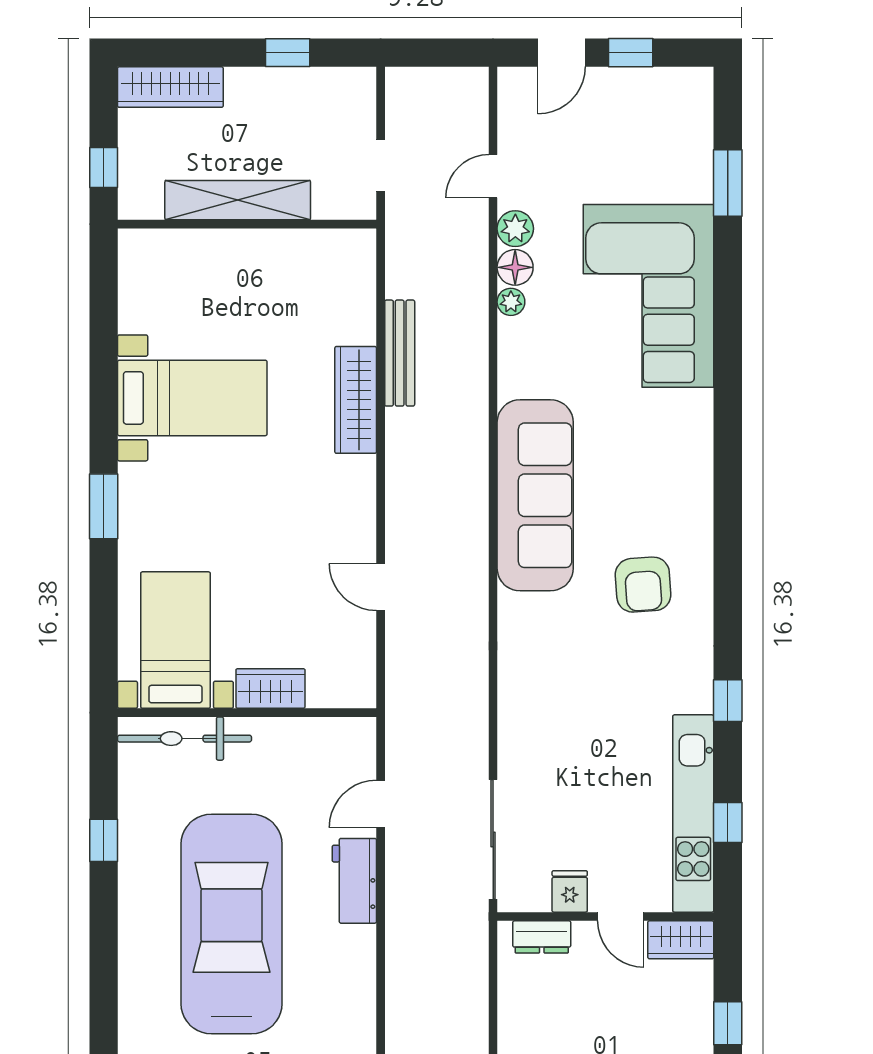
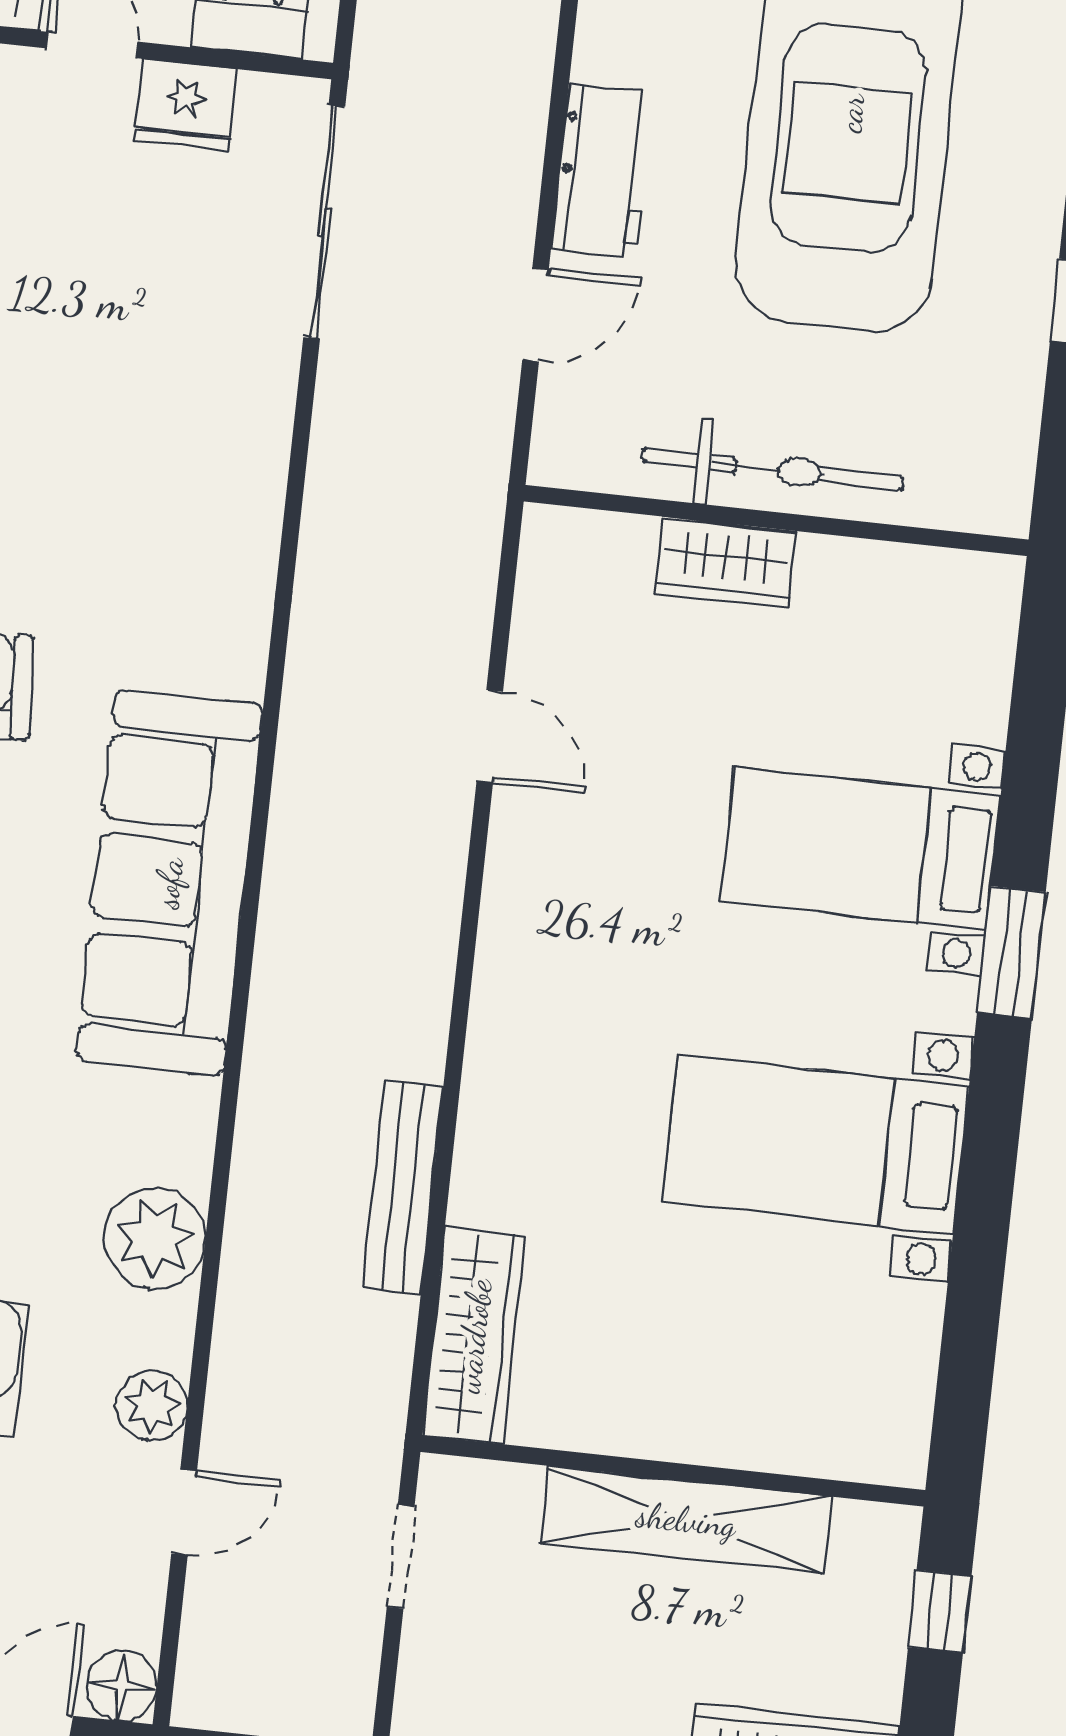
floor lamp: (515, 267) -> (122, 1686), moved
plant: (511, 302) -> (155, 1238), width x1.88, depth x1.88
wardrobe: (356, 400) -> (474, 1336), moved
bed with nightstands: (175, 640) -> (860, 848), moved, turned 90
bicycle: (185, 739) -> (773, 469), moved
fridge: (570, 891) -> (186, 105), width x1.38

